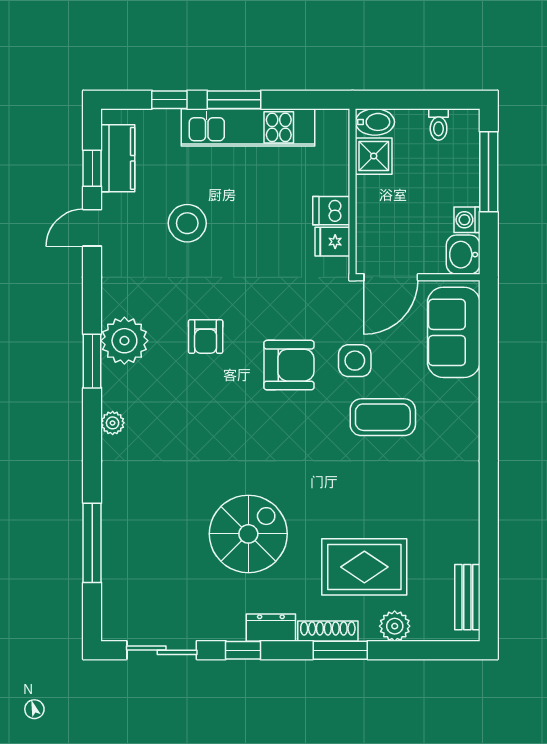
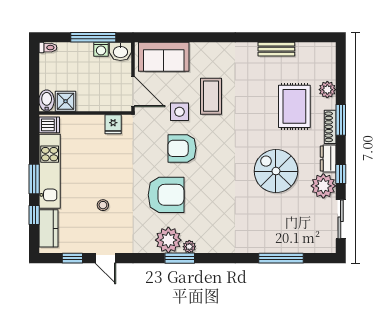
toilet: (439, 124) -> (48, 48), moved
kitchen counter: (118, 158) -> (48, 228), moved, turned 90
window: (489, 172) -> (93, 37), moved
dishwasher: (331, 211) -> (49, 125), moved, turned -90
stool: (187, 223) -> (103, 205), width x0.53, depth x0.53
armchair: (206, 337) -> (166, 195), width x1.88, depth x1.88
armchair: (289, 365) -> (182, 148), turned -90
plant: (113, 423) -> (189, 247), moved
bench: (467, 597) -> (276, 49), moved
plant: (222, 619) -> (323, 186), added

